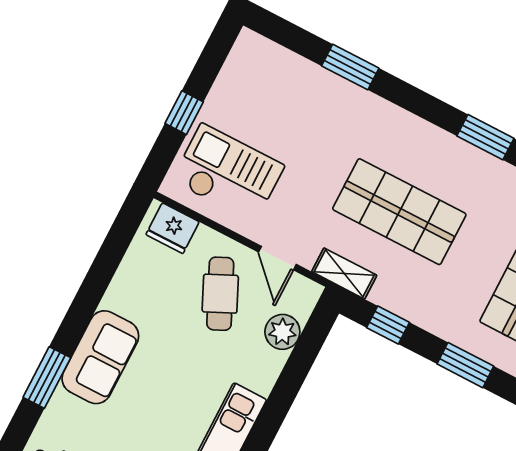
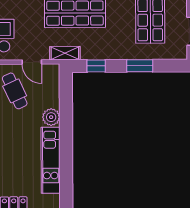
plant: (282, 332) -> (51, 117), moved

